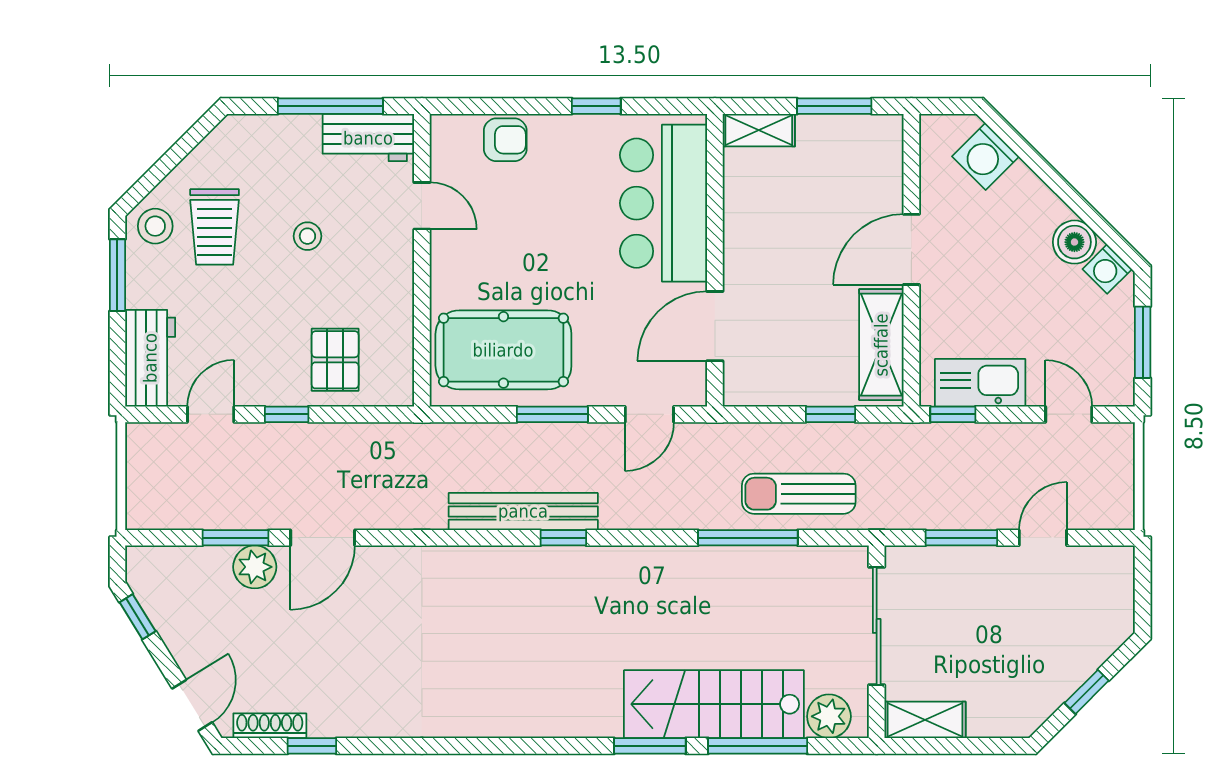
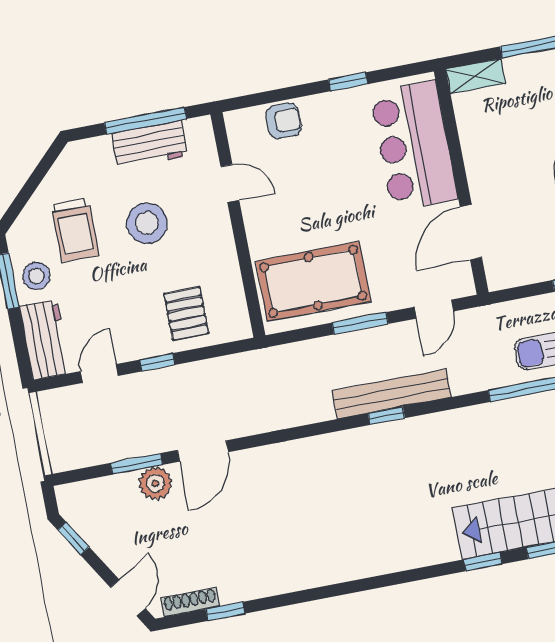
workbench: (368, 138) -> (150, 145), moved
stool: (155, 226) -> (36, 276), moved
stool: (307, 236) -> (147, 223), width x1.89, depth x1.89
bench: (523, 511) -> (392, 394), moved
window: (650, 746) -> (483, 562), width x0.67

